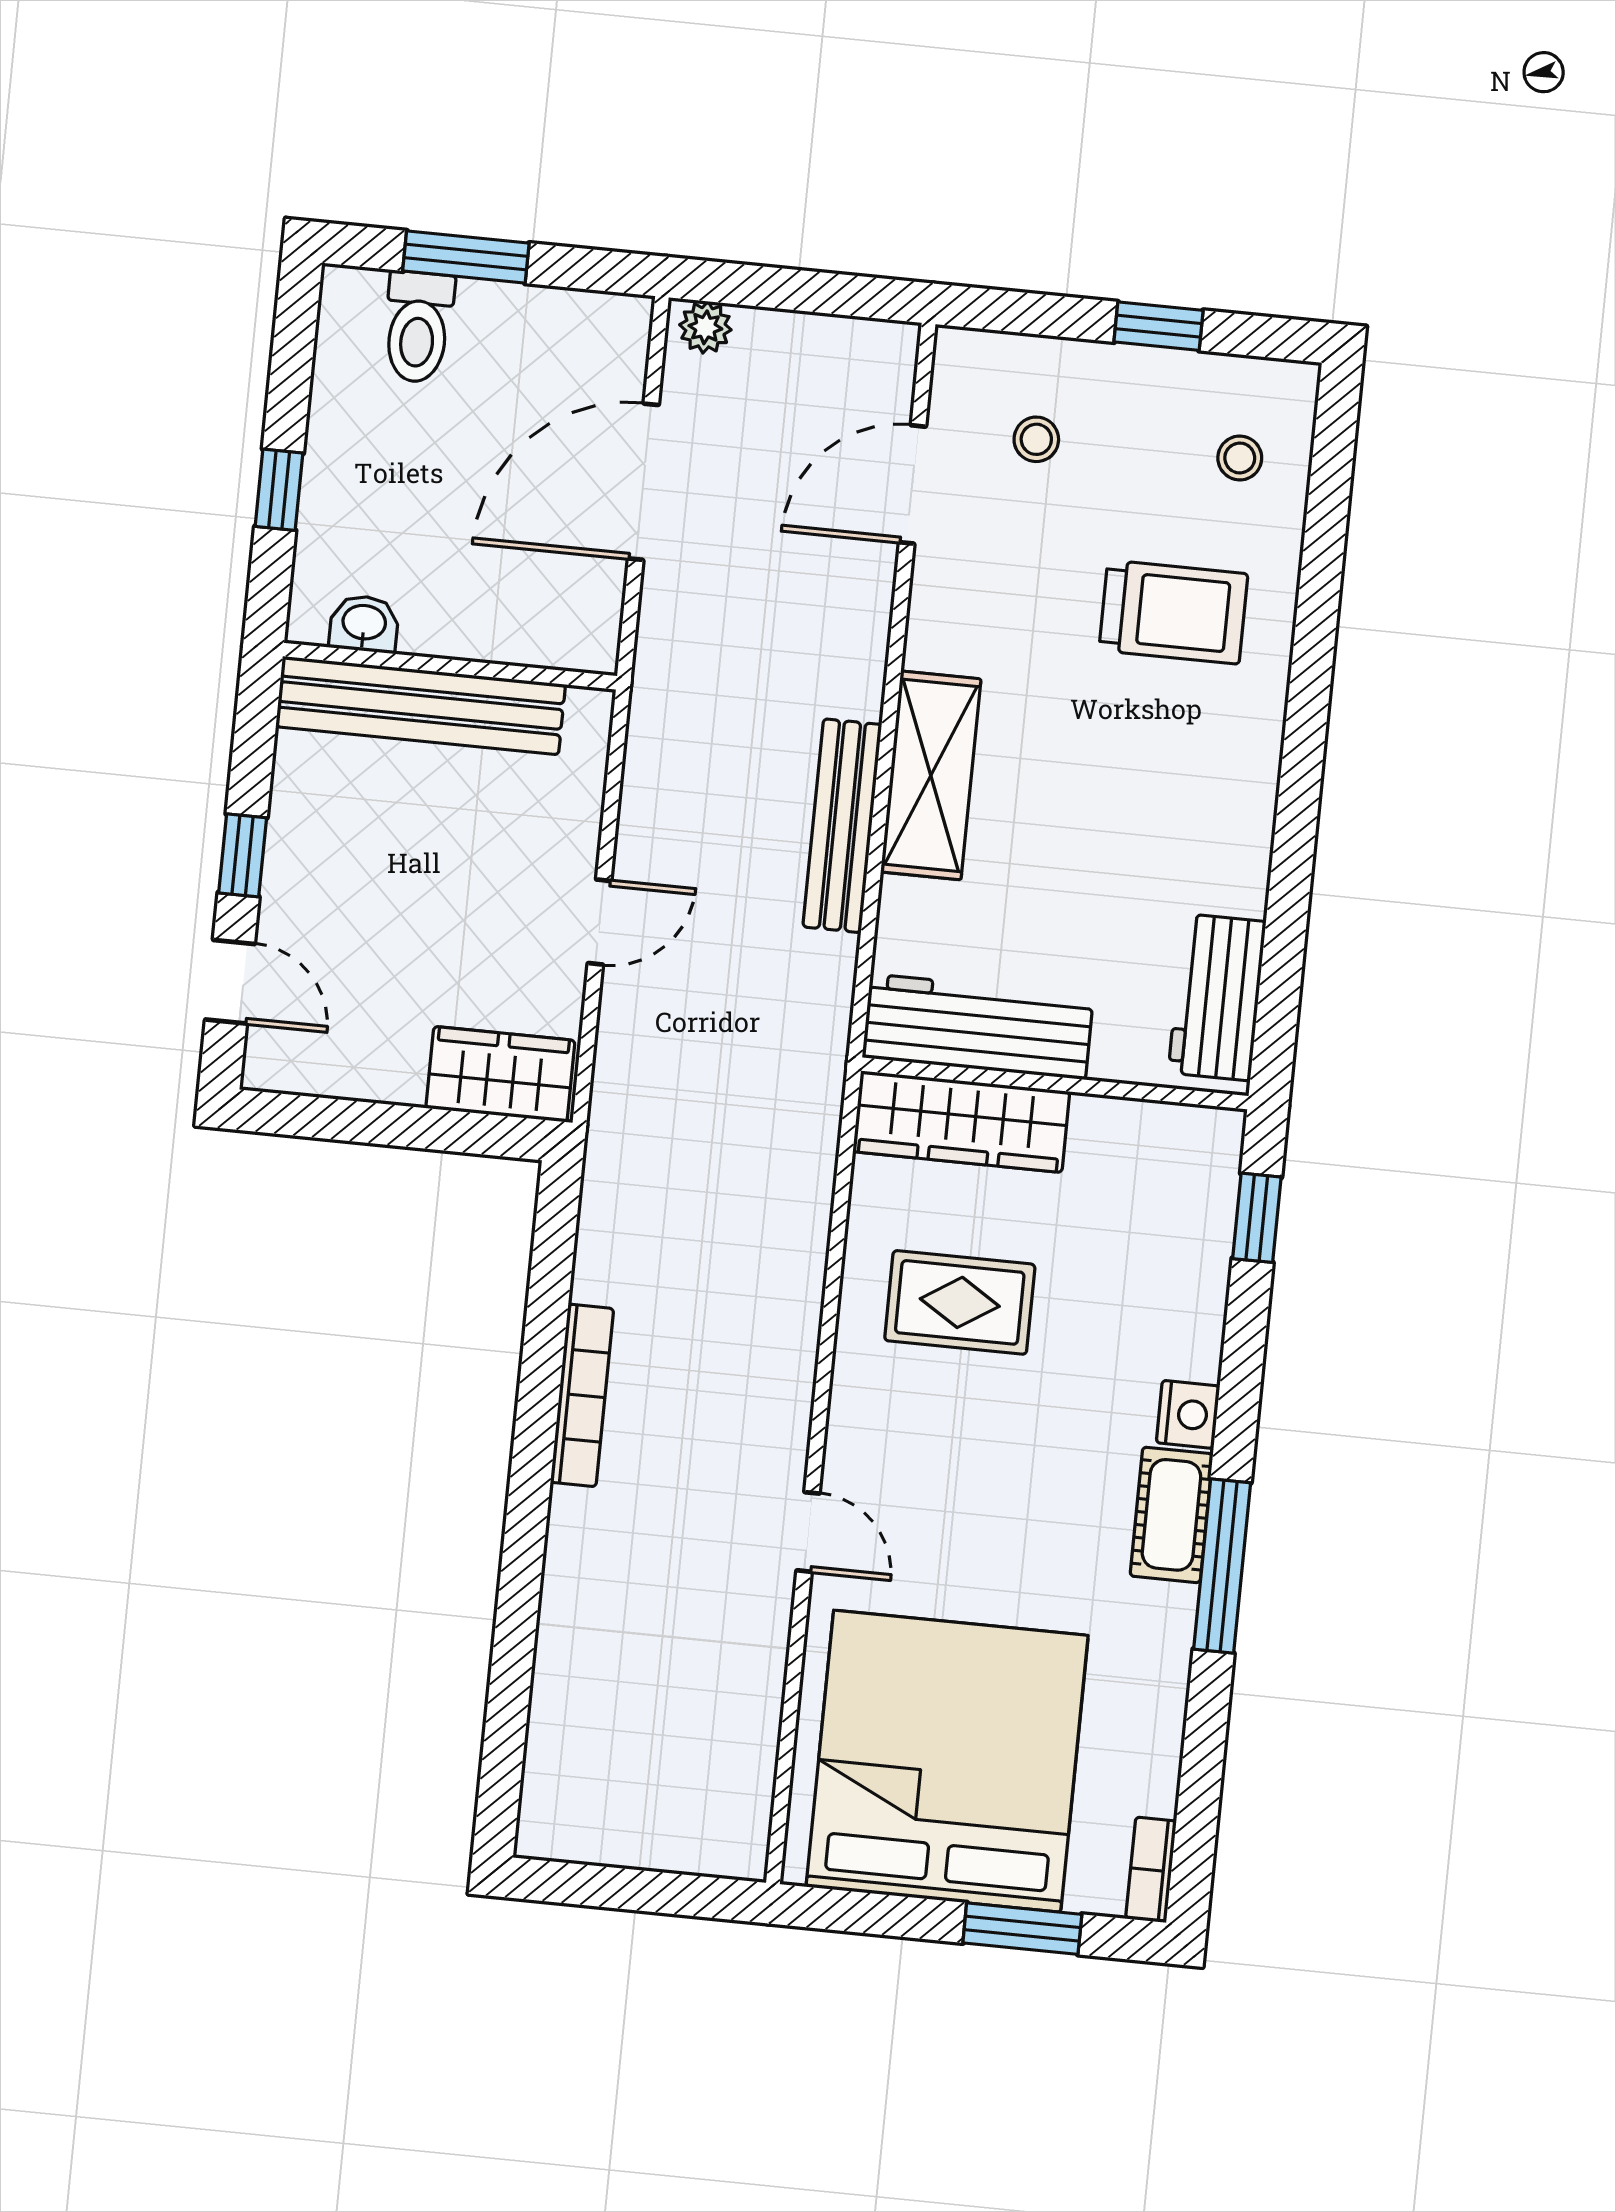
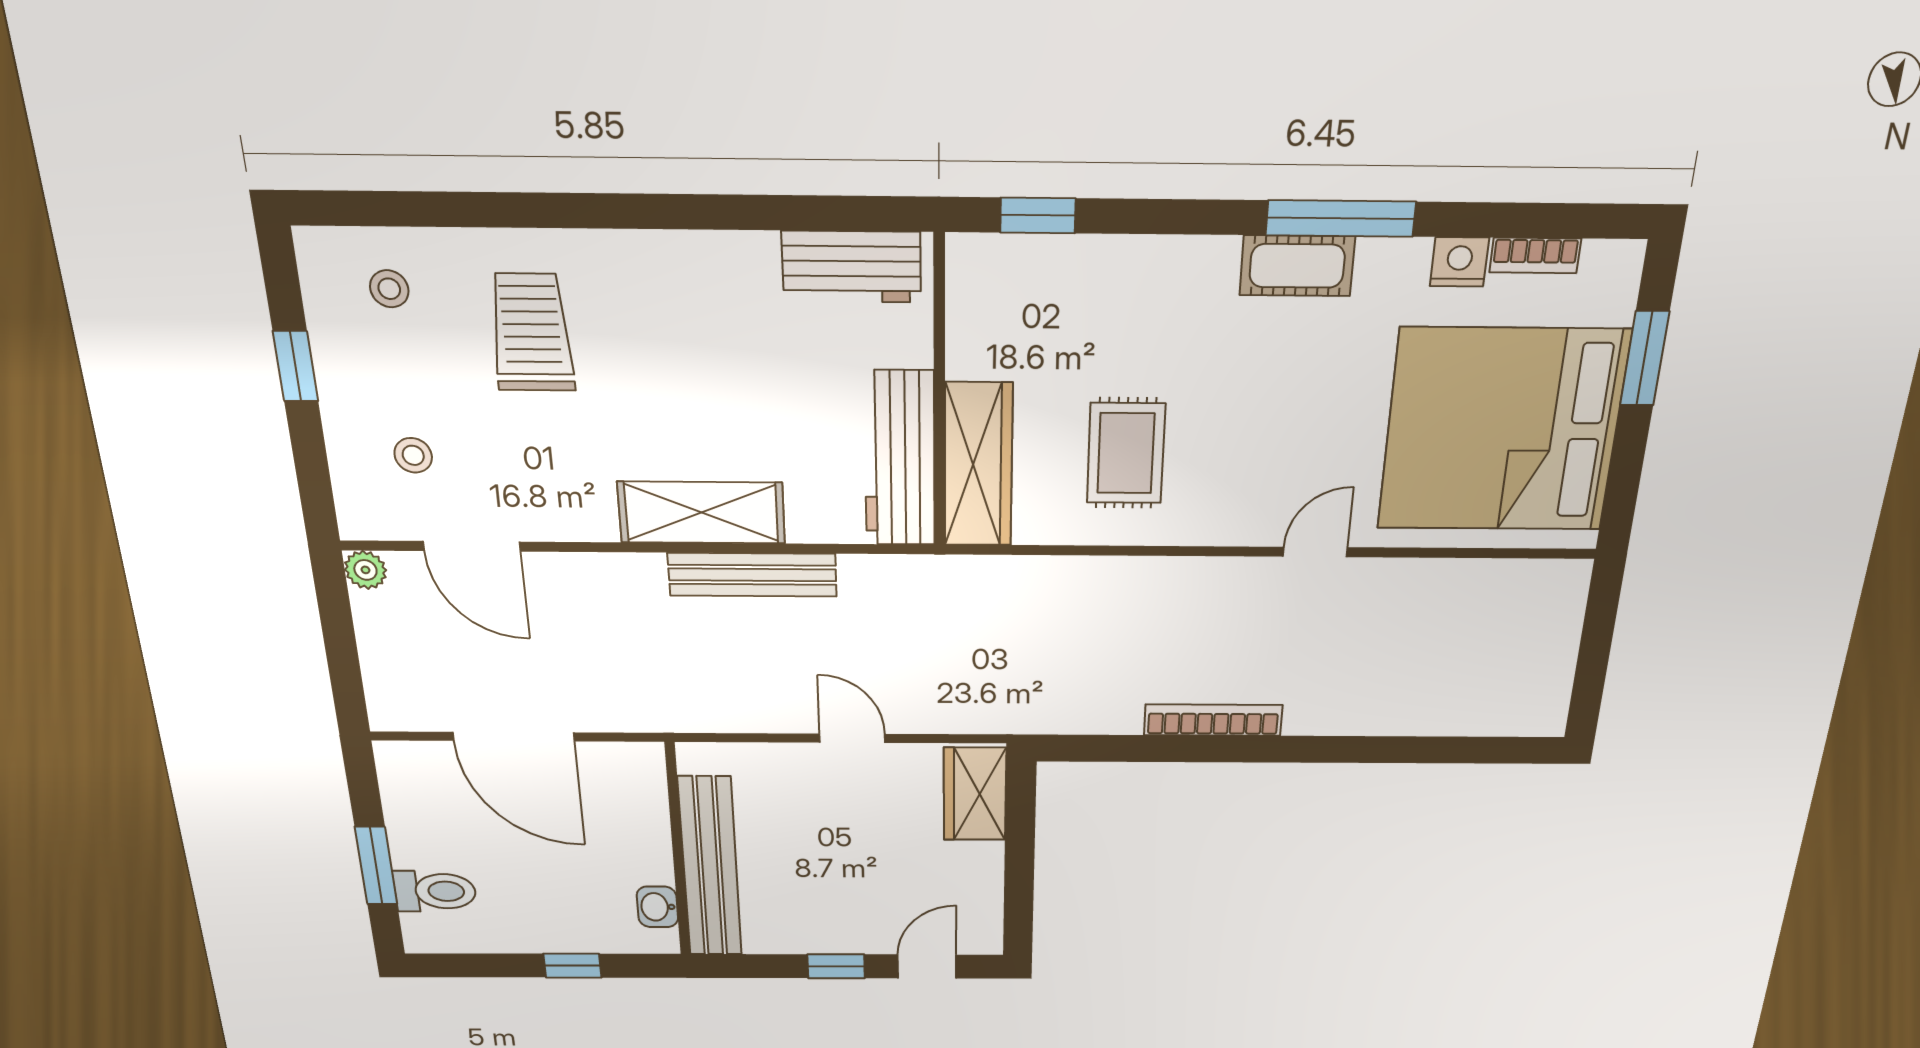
plant: (705, 327) -> (365, 570), moved
nightstand: (1188, 1414) -> (1459, 262), moved
bookcase: (1151, 1870) -> (1535, 255), moved

